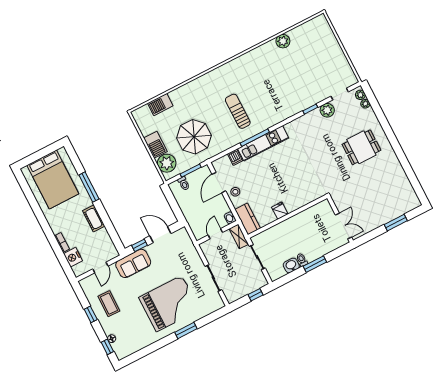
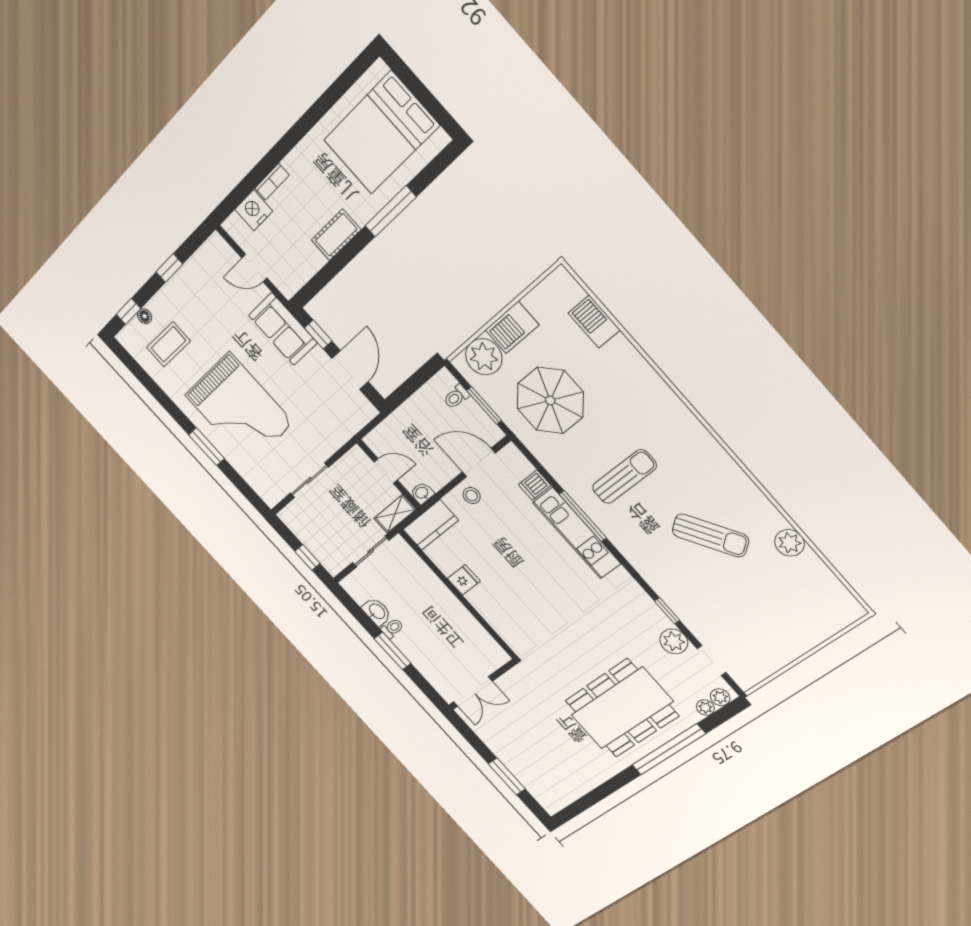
sun lounger: (274, 78) -> (710, 535), added
window: (387, 129) -> (669, 749), added
dining table: (361, 147) -> (622, 708), width x1.88, depth x1.24
coffee table: (109, 304) -> (169, 344), moved

